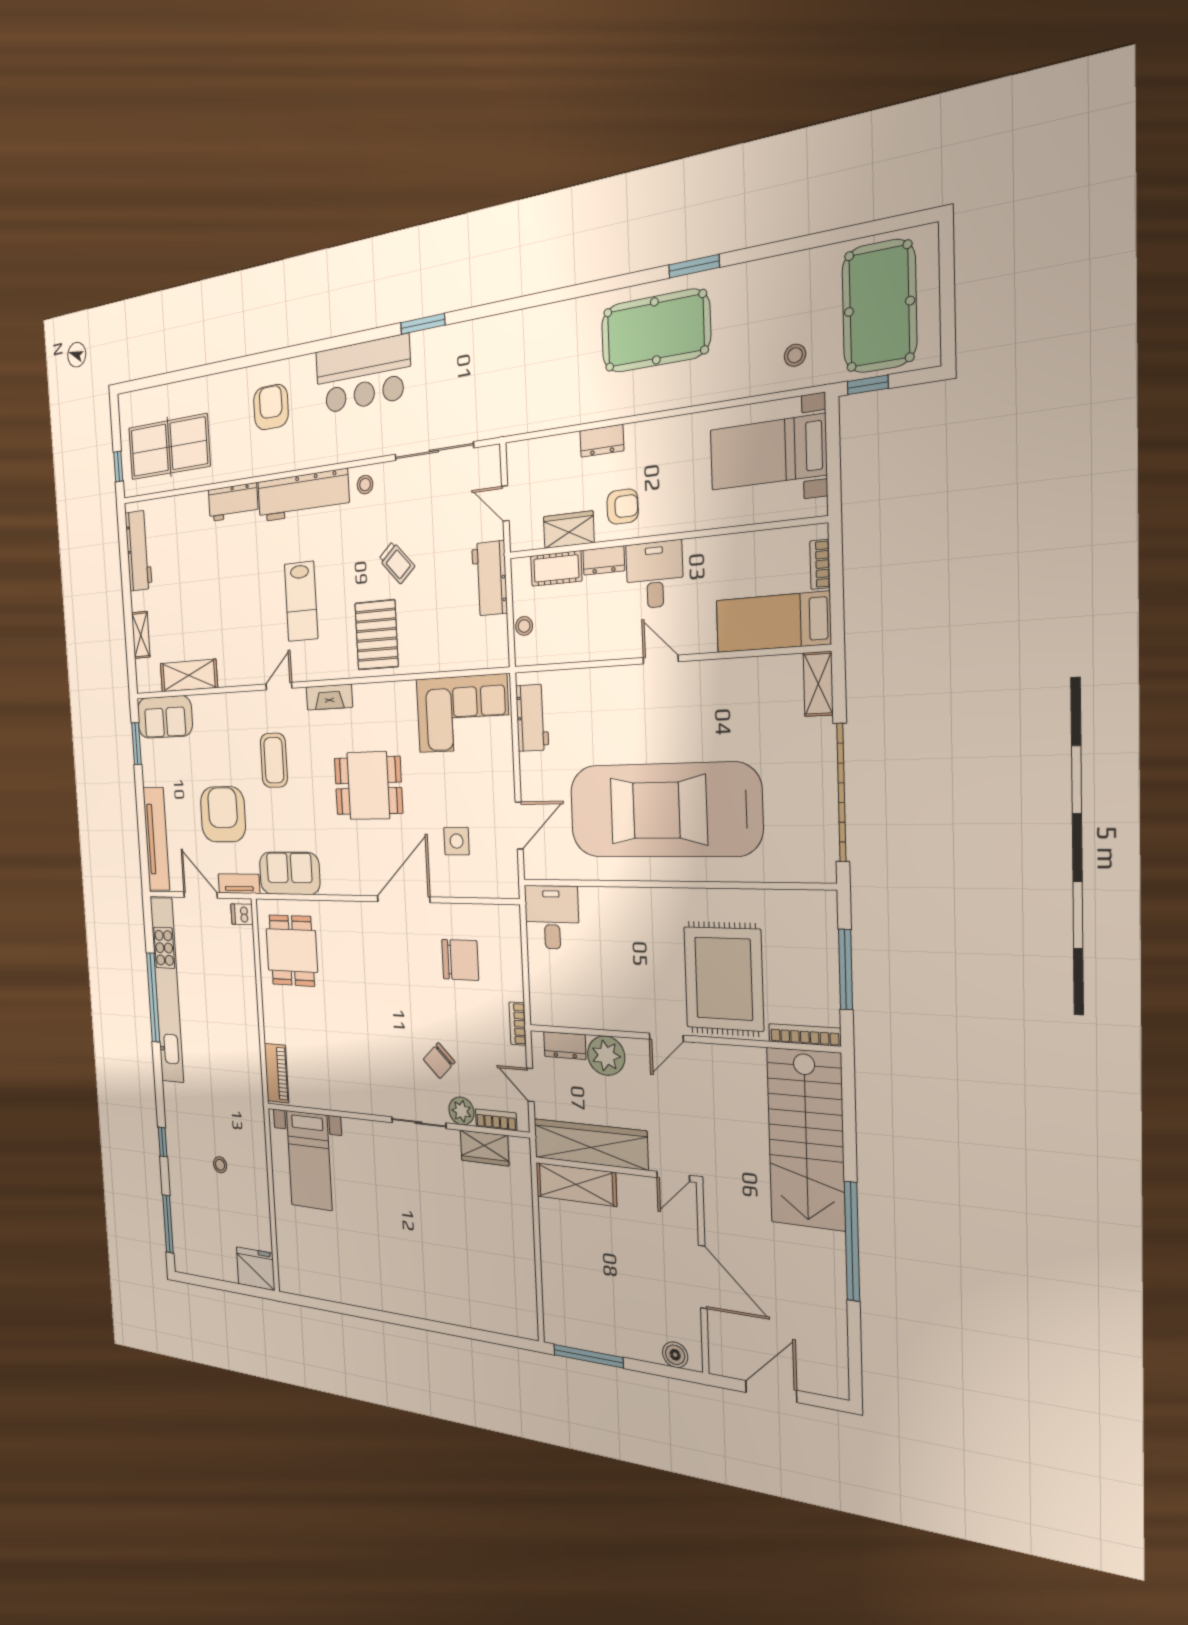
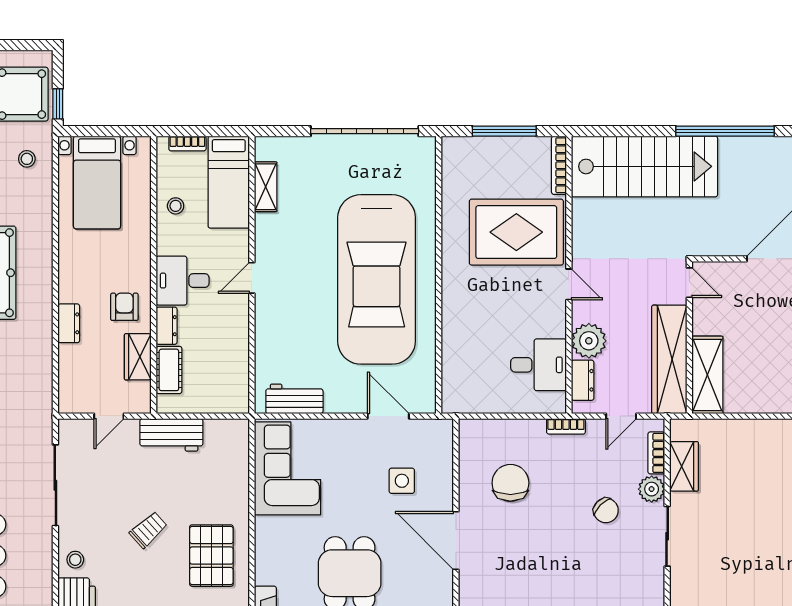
stool: (524, 626) -> (176, 206), moved
pallet: (377, 635) -> (211, 556), turned 90
shelving: (818, 684) -> (266, 187), moved, turned 90
desk: (552, 917) -> (539, 365), moved, turned 180

